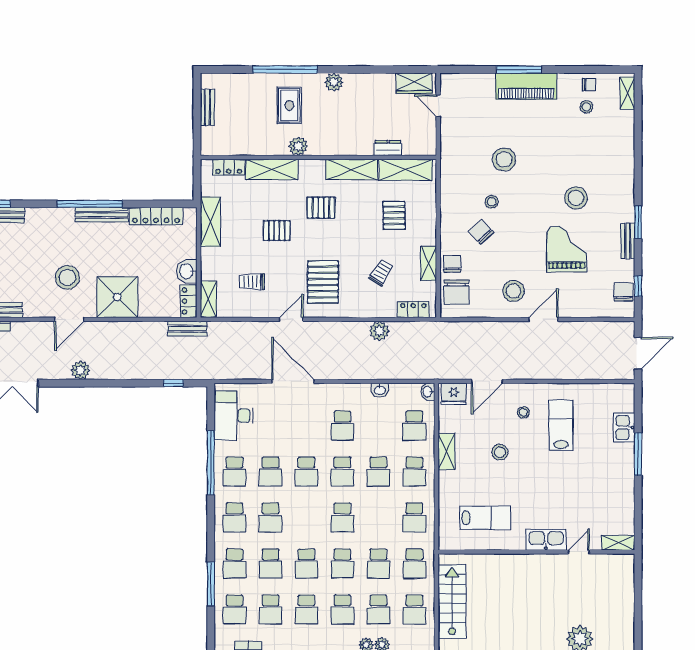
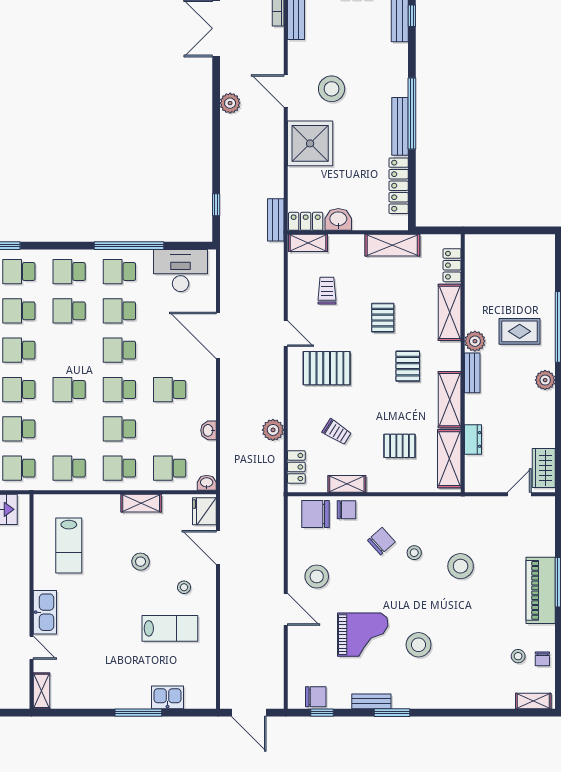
bench: (207, 107) -> (472, 373), moved, turned 90
door: (293, 381) -> (218, 335), swing flipped

